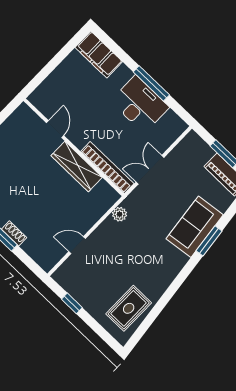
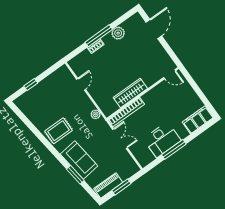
door: (55, 129) -> (170, 74), moved
window: (209, 241) -> (75, 175), moved
window: (72, 303) -> (31, 84), moved
rug: (129, 308) -> (59, 131), moved, turned 90

